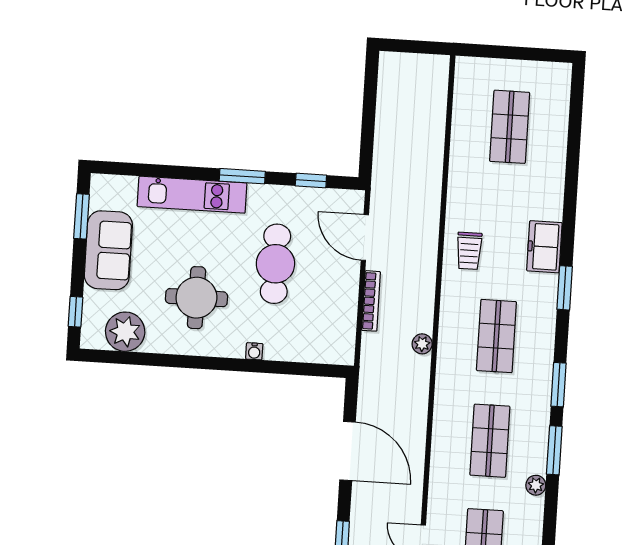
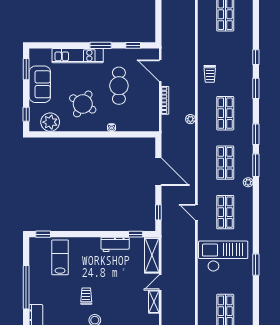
window: (569, 221) -> (256, 57), added
freezer: (544, 247) -> (245, 70), removed
round table: (196, 298) -> (83, 104), turned 31

